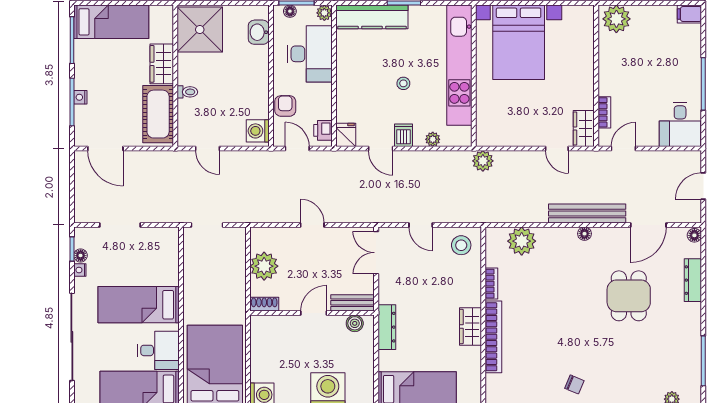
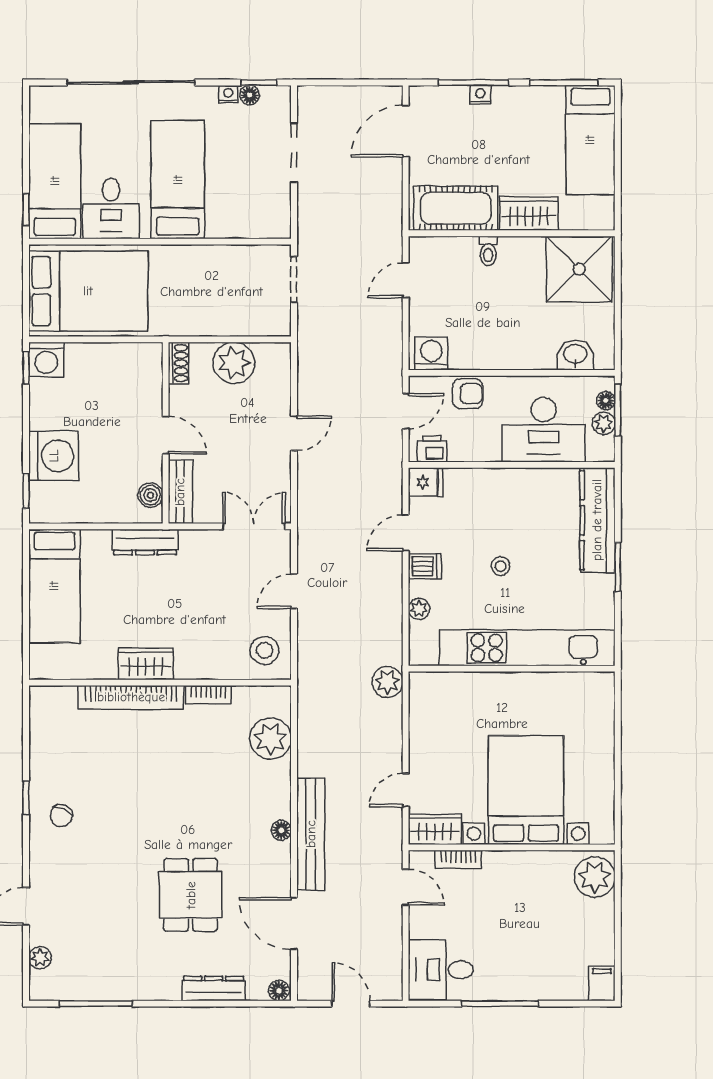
plant: (324, 13) -> (604, 423), moved
bed with nightstands: (519, 42) -> (526, 790), moved, turned 90
dining table: (629, 296) -> (191, 895), turned 90

